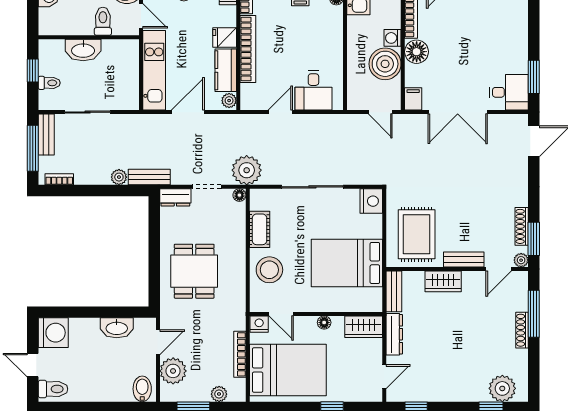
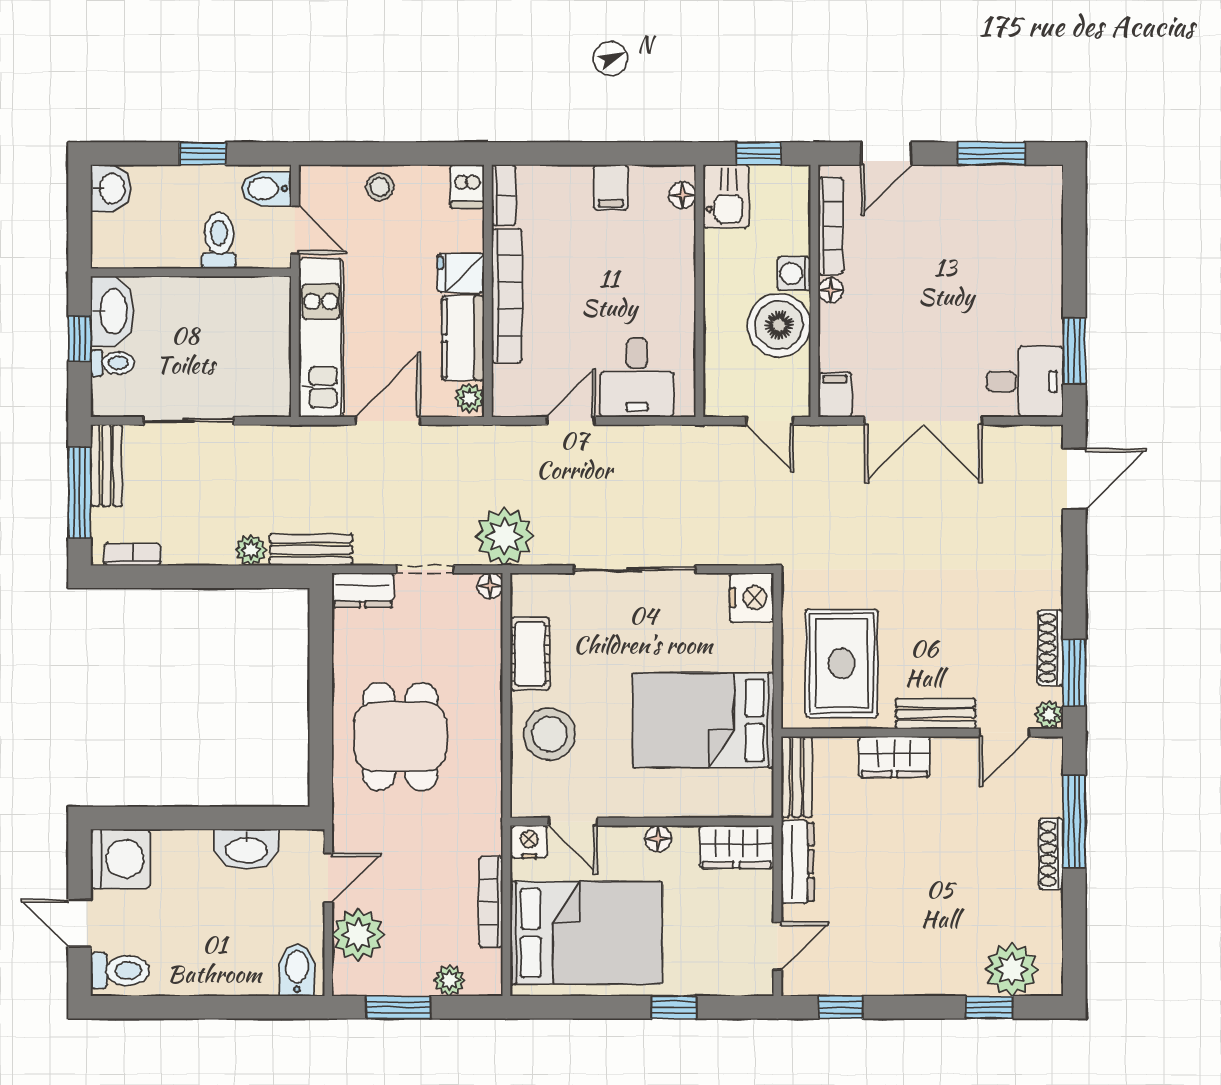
washbasin: (83, 50) -> (112, 311), moved, turned -90
floor lamp: (417, 52) -> (831, 290), width x0.53, depth x0.53

